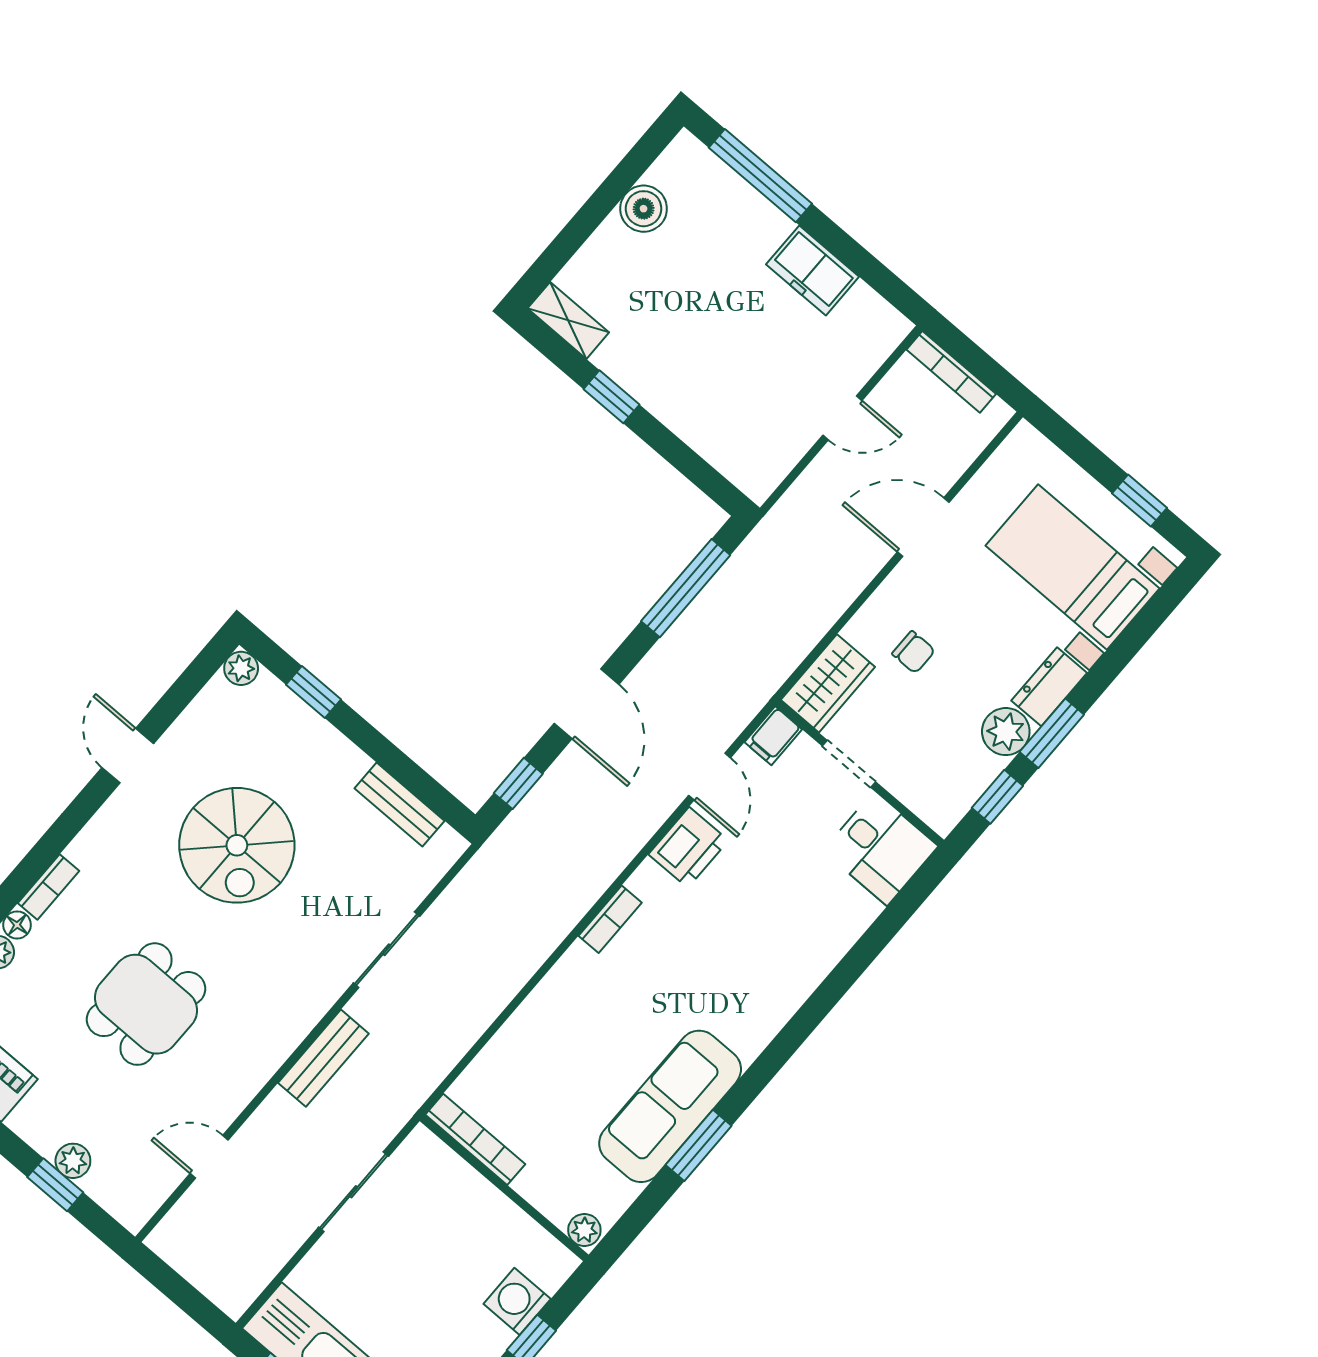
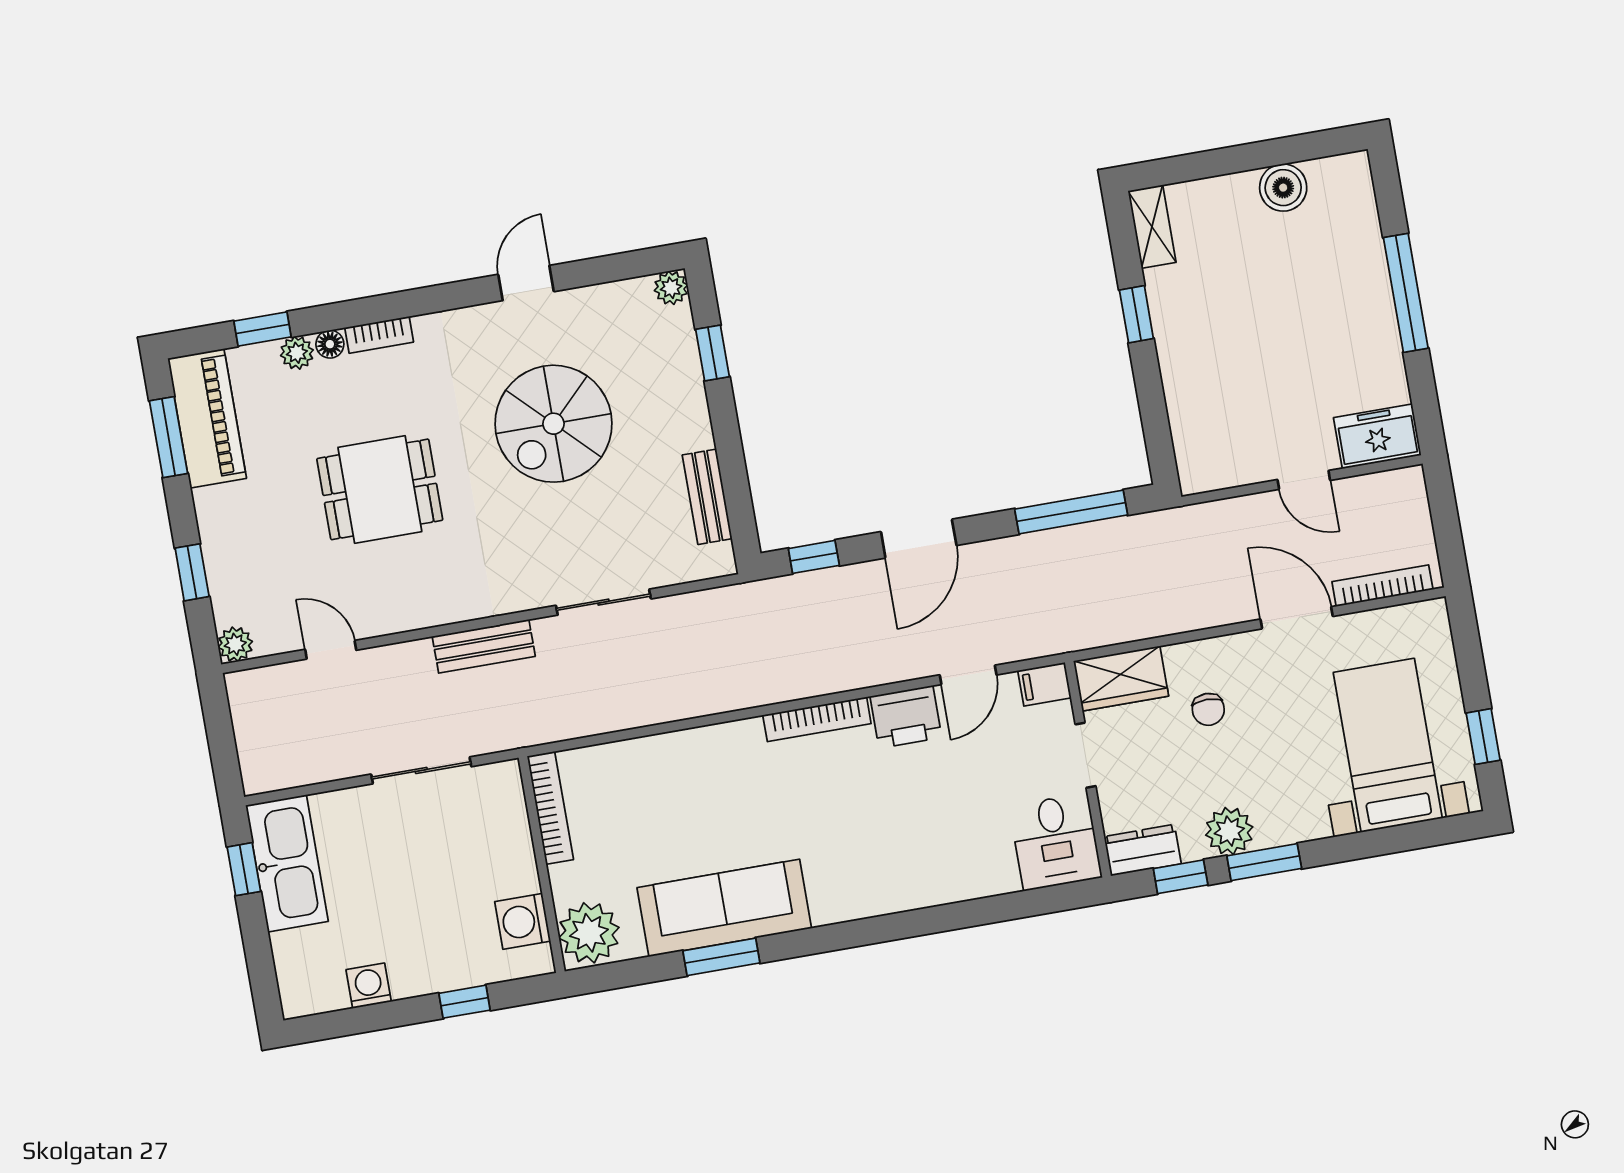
window: (760, 176) -> (1406, 293), moved
freezer: (813, 270) -> (1377, 436), moved, turned 90
bookcase: (951, 372) -> (1382, 586), moved, turned 90
dresser: (1049, 687) -> (1143, 850), moved
bookcase: (610, 919) -> (817, 719), width x1.56
plant: (73, 1161) -> (235, 644), moved
plant: (584, 1230) -> (589, 933), width x1.87, depth x1.87
washing machine: (517, 1301) -> (523, 921), moved, turned -90

